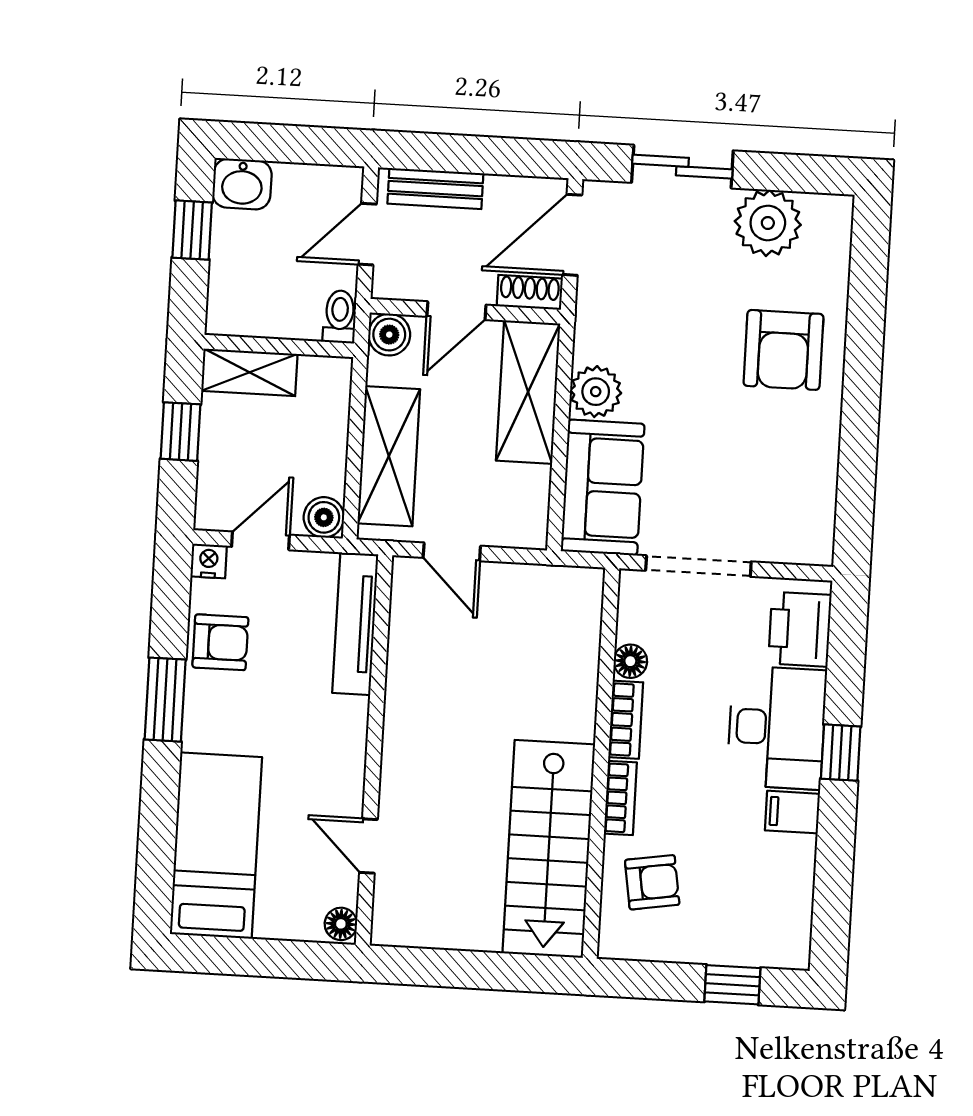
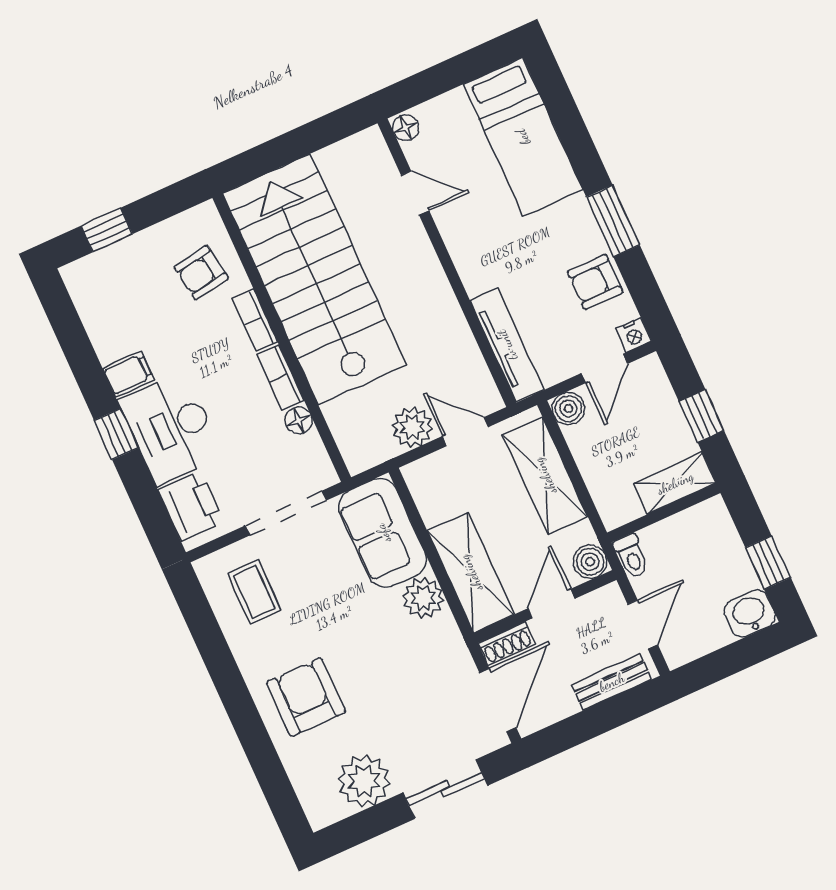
coffee table: (780, 497) -> (254, 592), added
plant: (508, 588) -> (412, 427), added
stairs: (549, 849) -> (314, 279), width x1.36, depth x1.51

